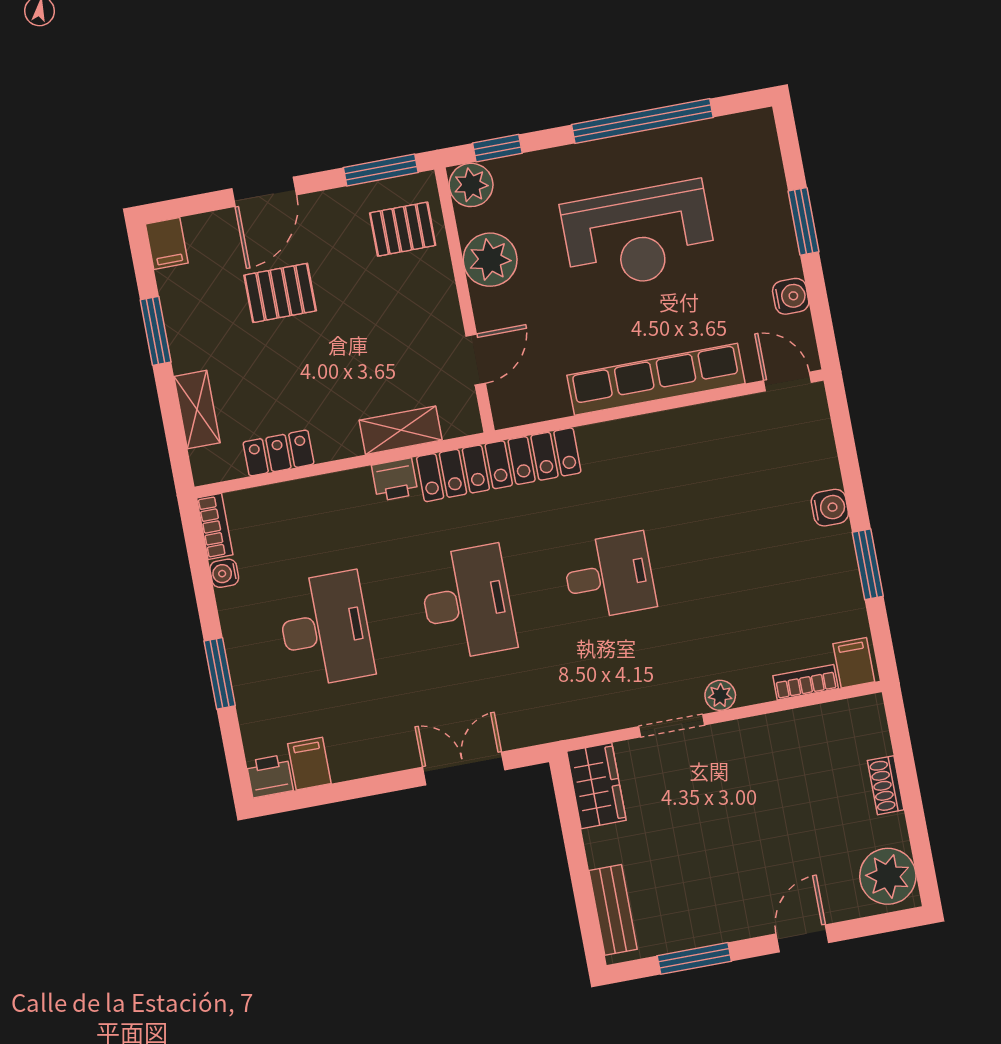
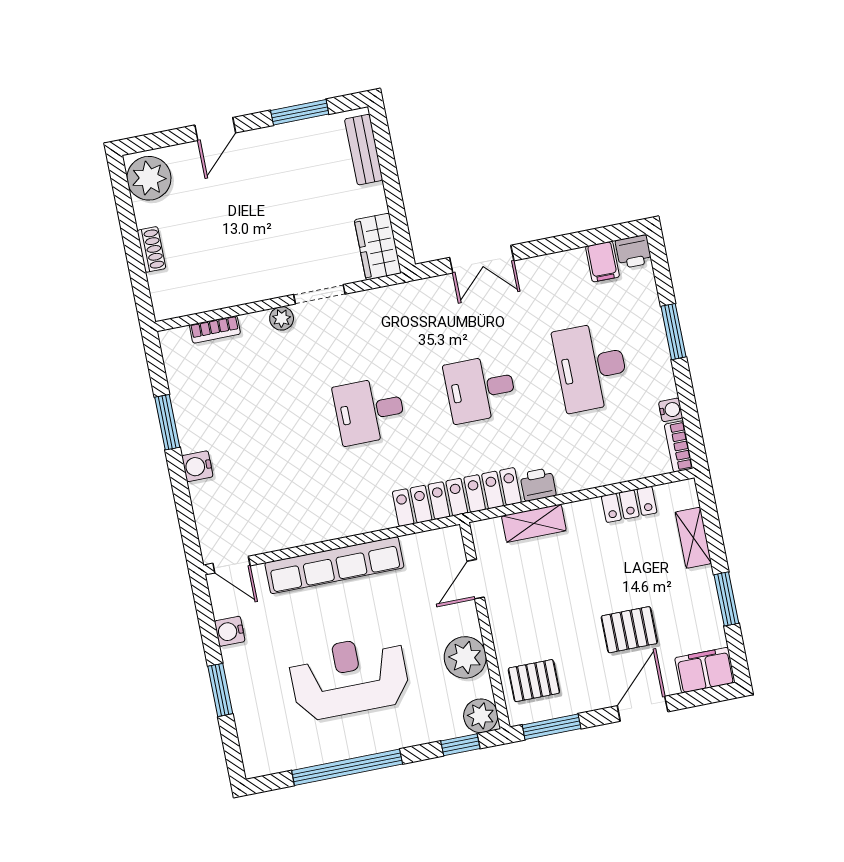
filing cabinet: (167, 243) -> (705, 670), width x2.00
desk: (467, 603) -> (480, 389), width x0.73
filing cabinet: (854, 663) -> (177, 345), removed

